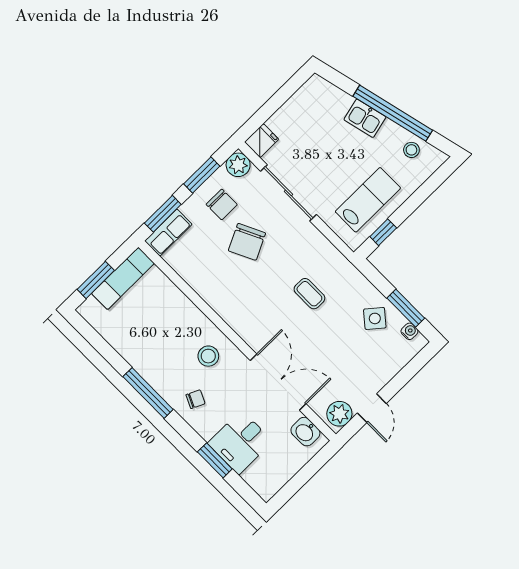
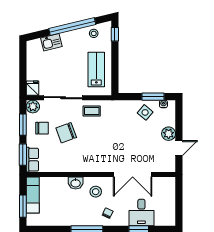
kitchen sink: (365, 118) -> (51, 42), moved
window: (383, 232) -> (115, 34), moved
chair: (247, 242) -> (66, 133), turned 96
coffee table: (309, 294) -> (92, 111), moved
double door: (278, 382) -> (133, 175), swing flipped
door: (372, 408) -> (179, 148), hinge flipped
plant: (339, 414) -> (169, 134), moved
washbasin: (305, 432) -> (76, 183), moved

